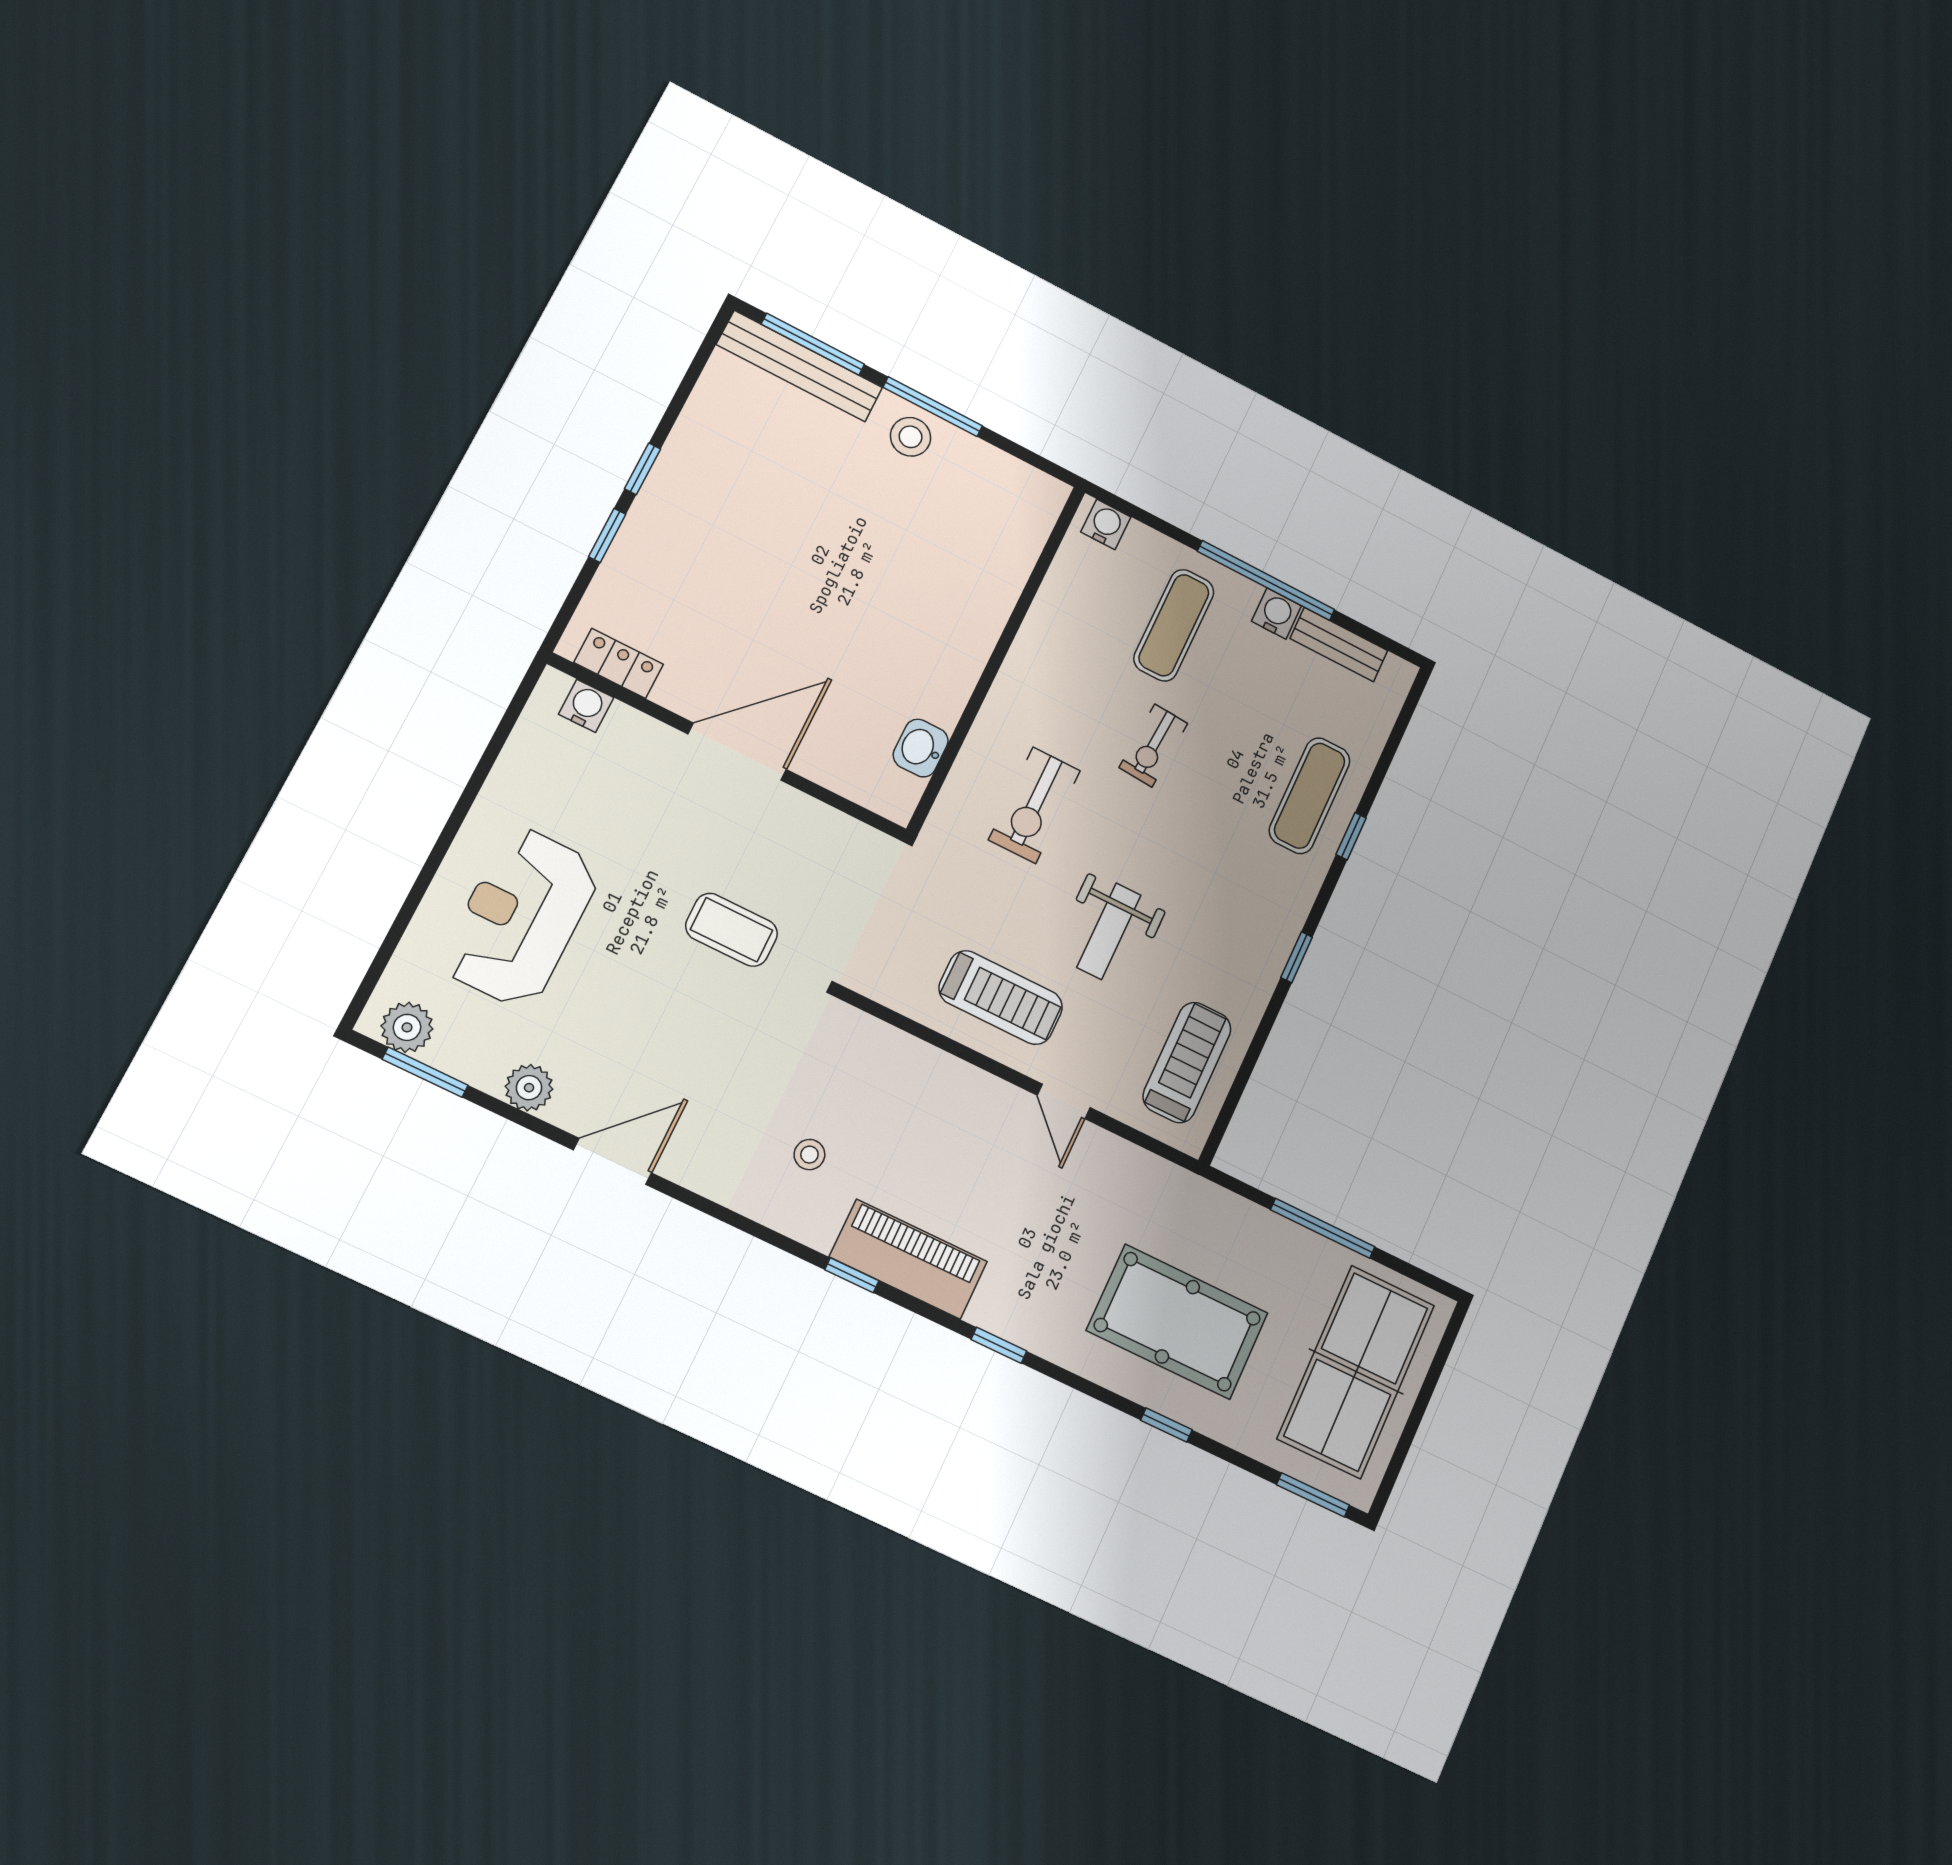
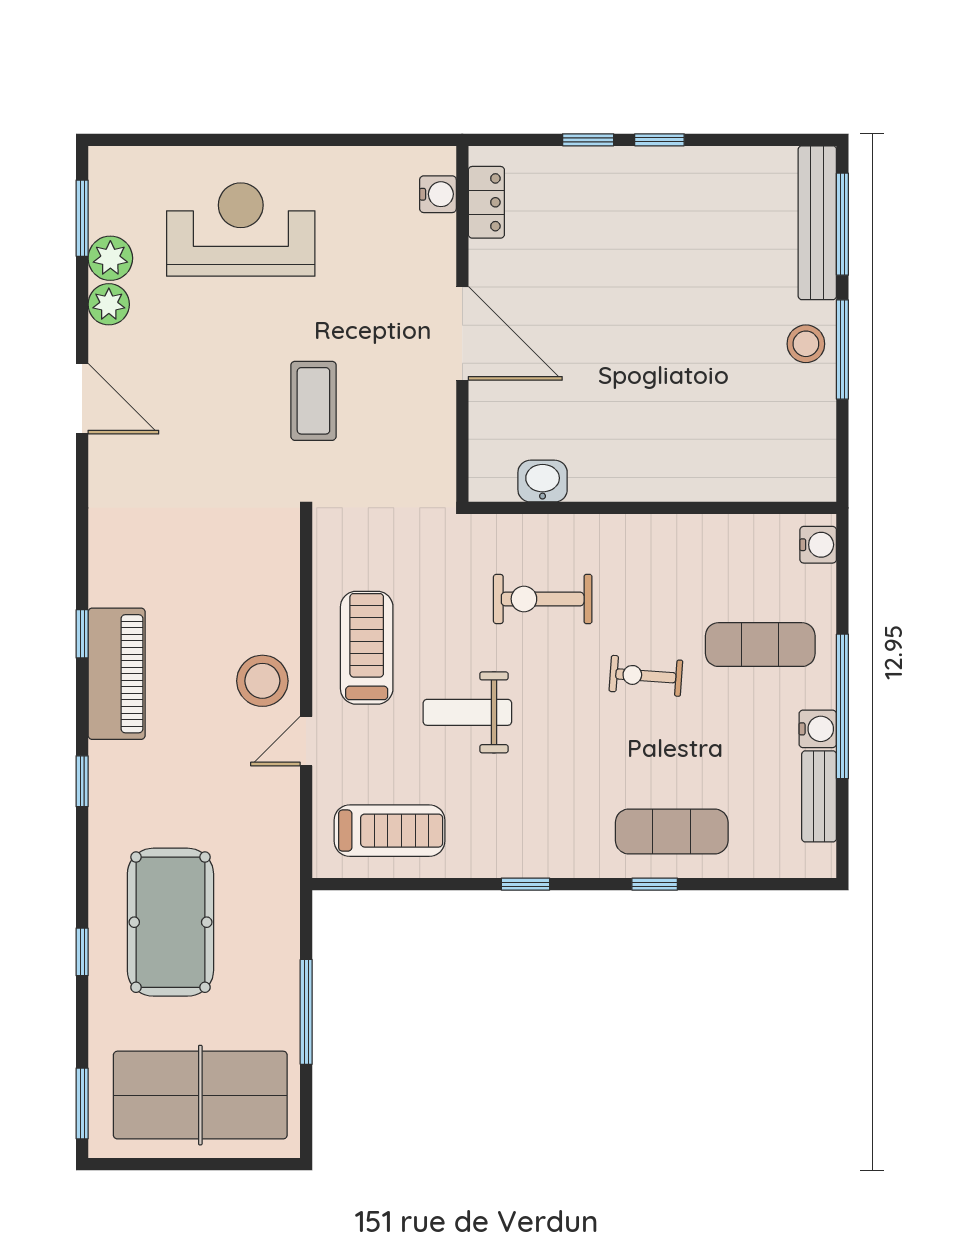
treadmill: (1001, 998) -> (367, 648), turned 180
plant: (407, 1027) -> (110, 258), moved
stool: (809, 1155) -> (262, 681), moved, width x1.89, depth x1.89

